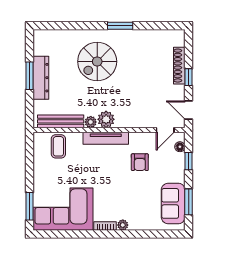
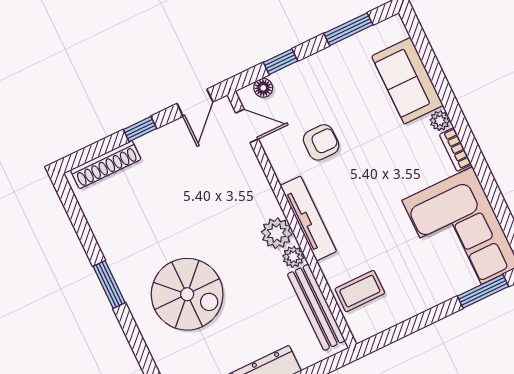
shoe rack: (179, 66) -> (106, 165), moved
sofa: (173, 203) -> (407, 81), moved, turned 90

